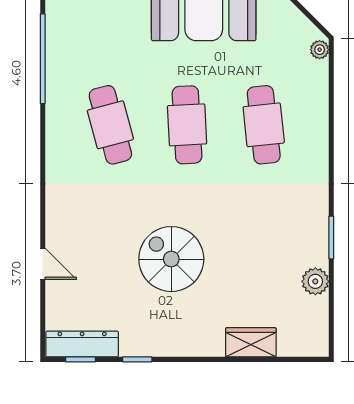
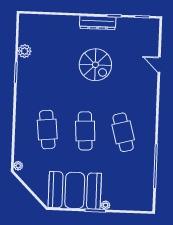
wardrobe: (251, 342) -> (58, 22), removed
dresser: (82, 344) -> (98, 23), moved

